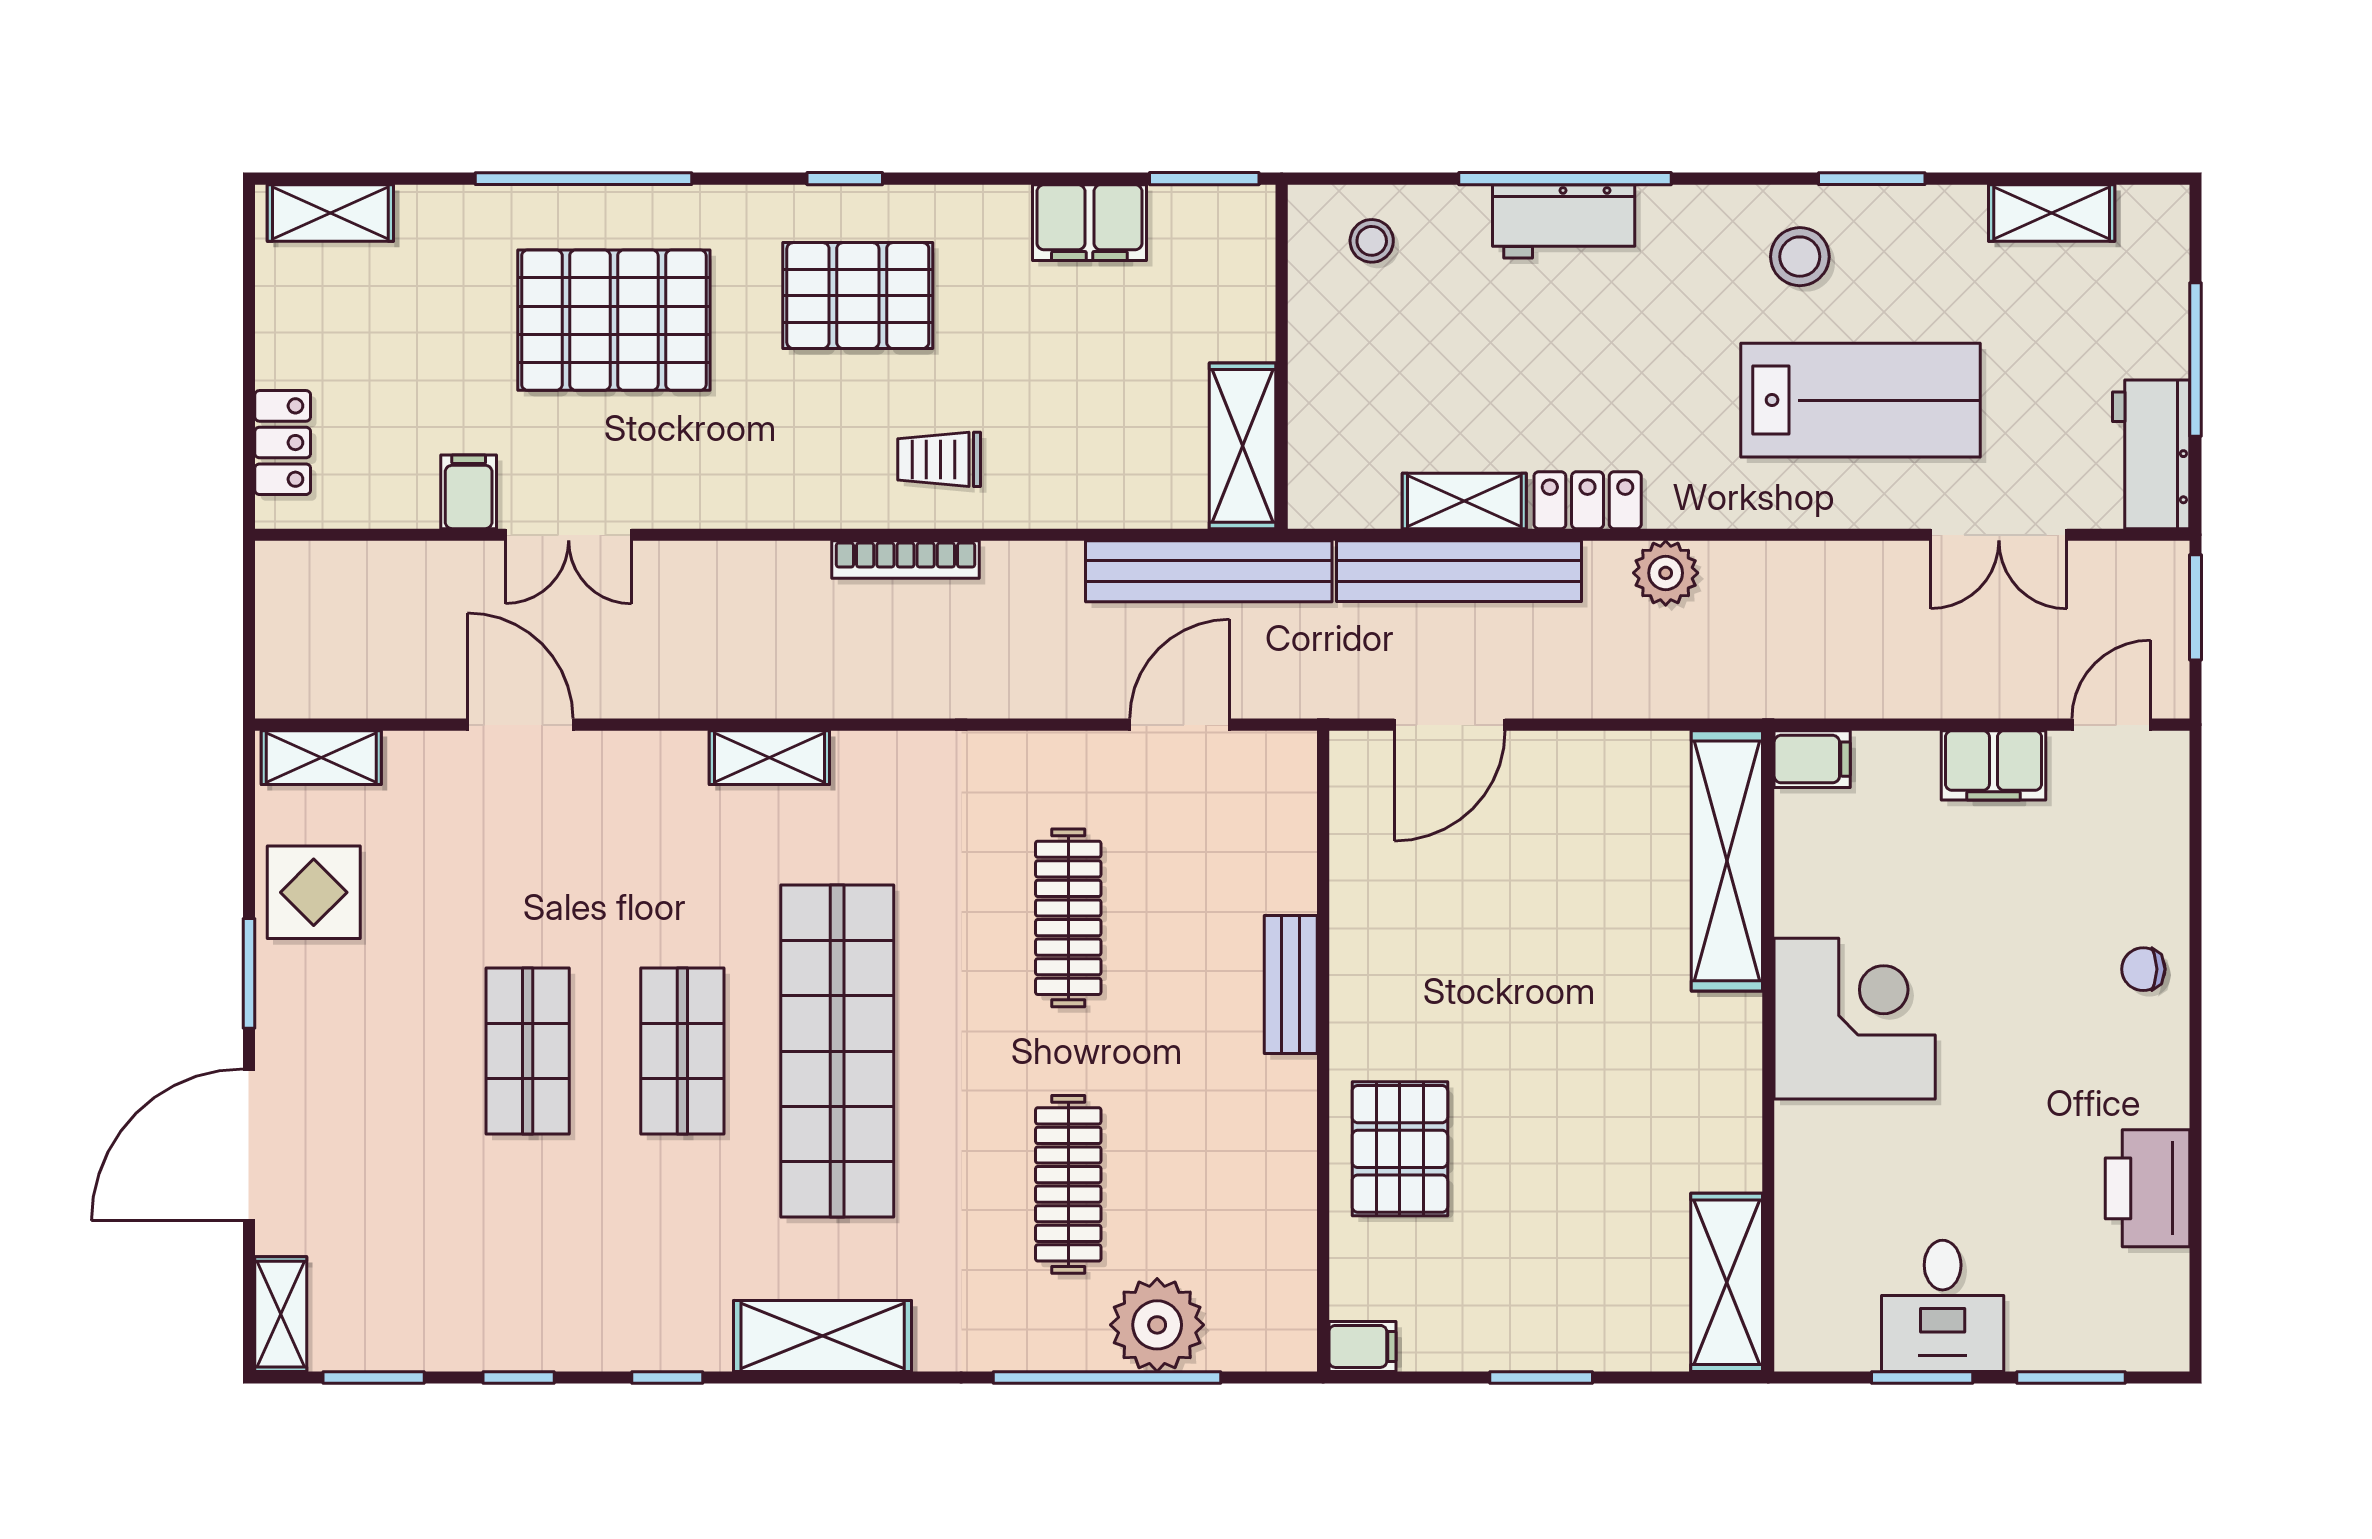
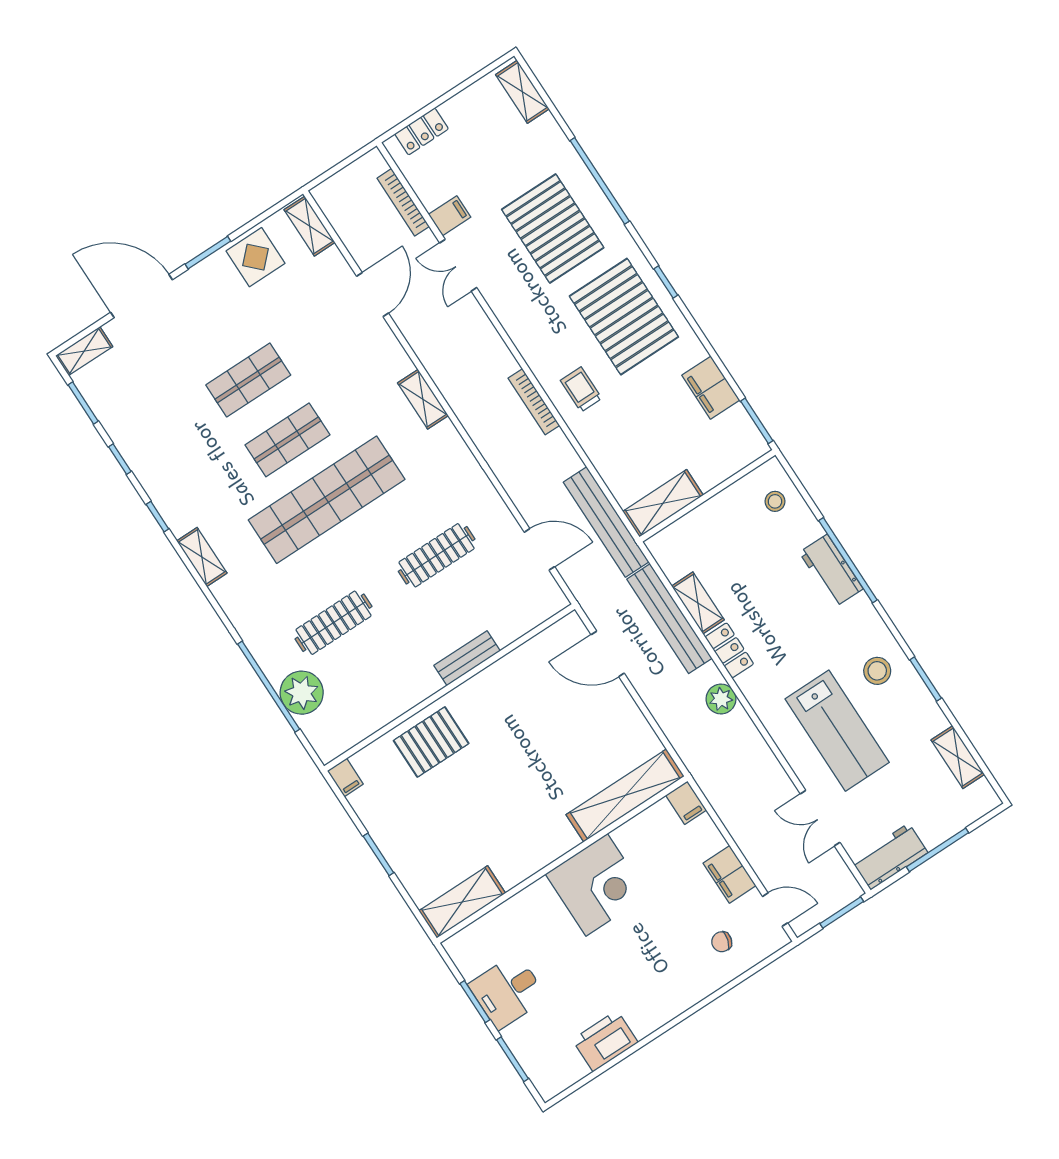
pallet: (858, 296) -> (624, 317), width x1.37, depth x1.41
bookcase: (389, 560) -> (403, 202), added
chair: (2143, 969) -> (722, 942), moved, turned -74
shelving: (823, 1336) -> (202, 557), width x0.67, depth x0.75

